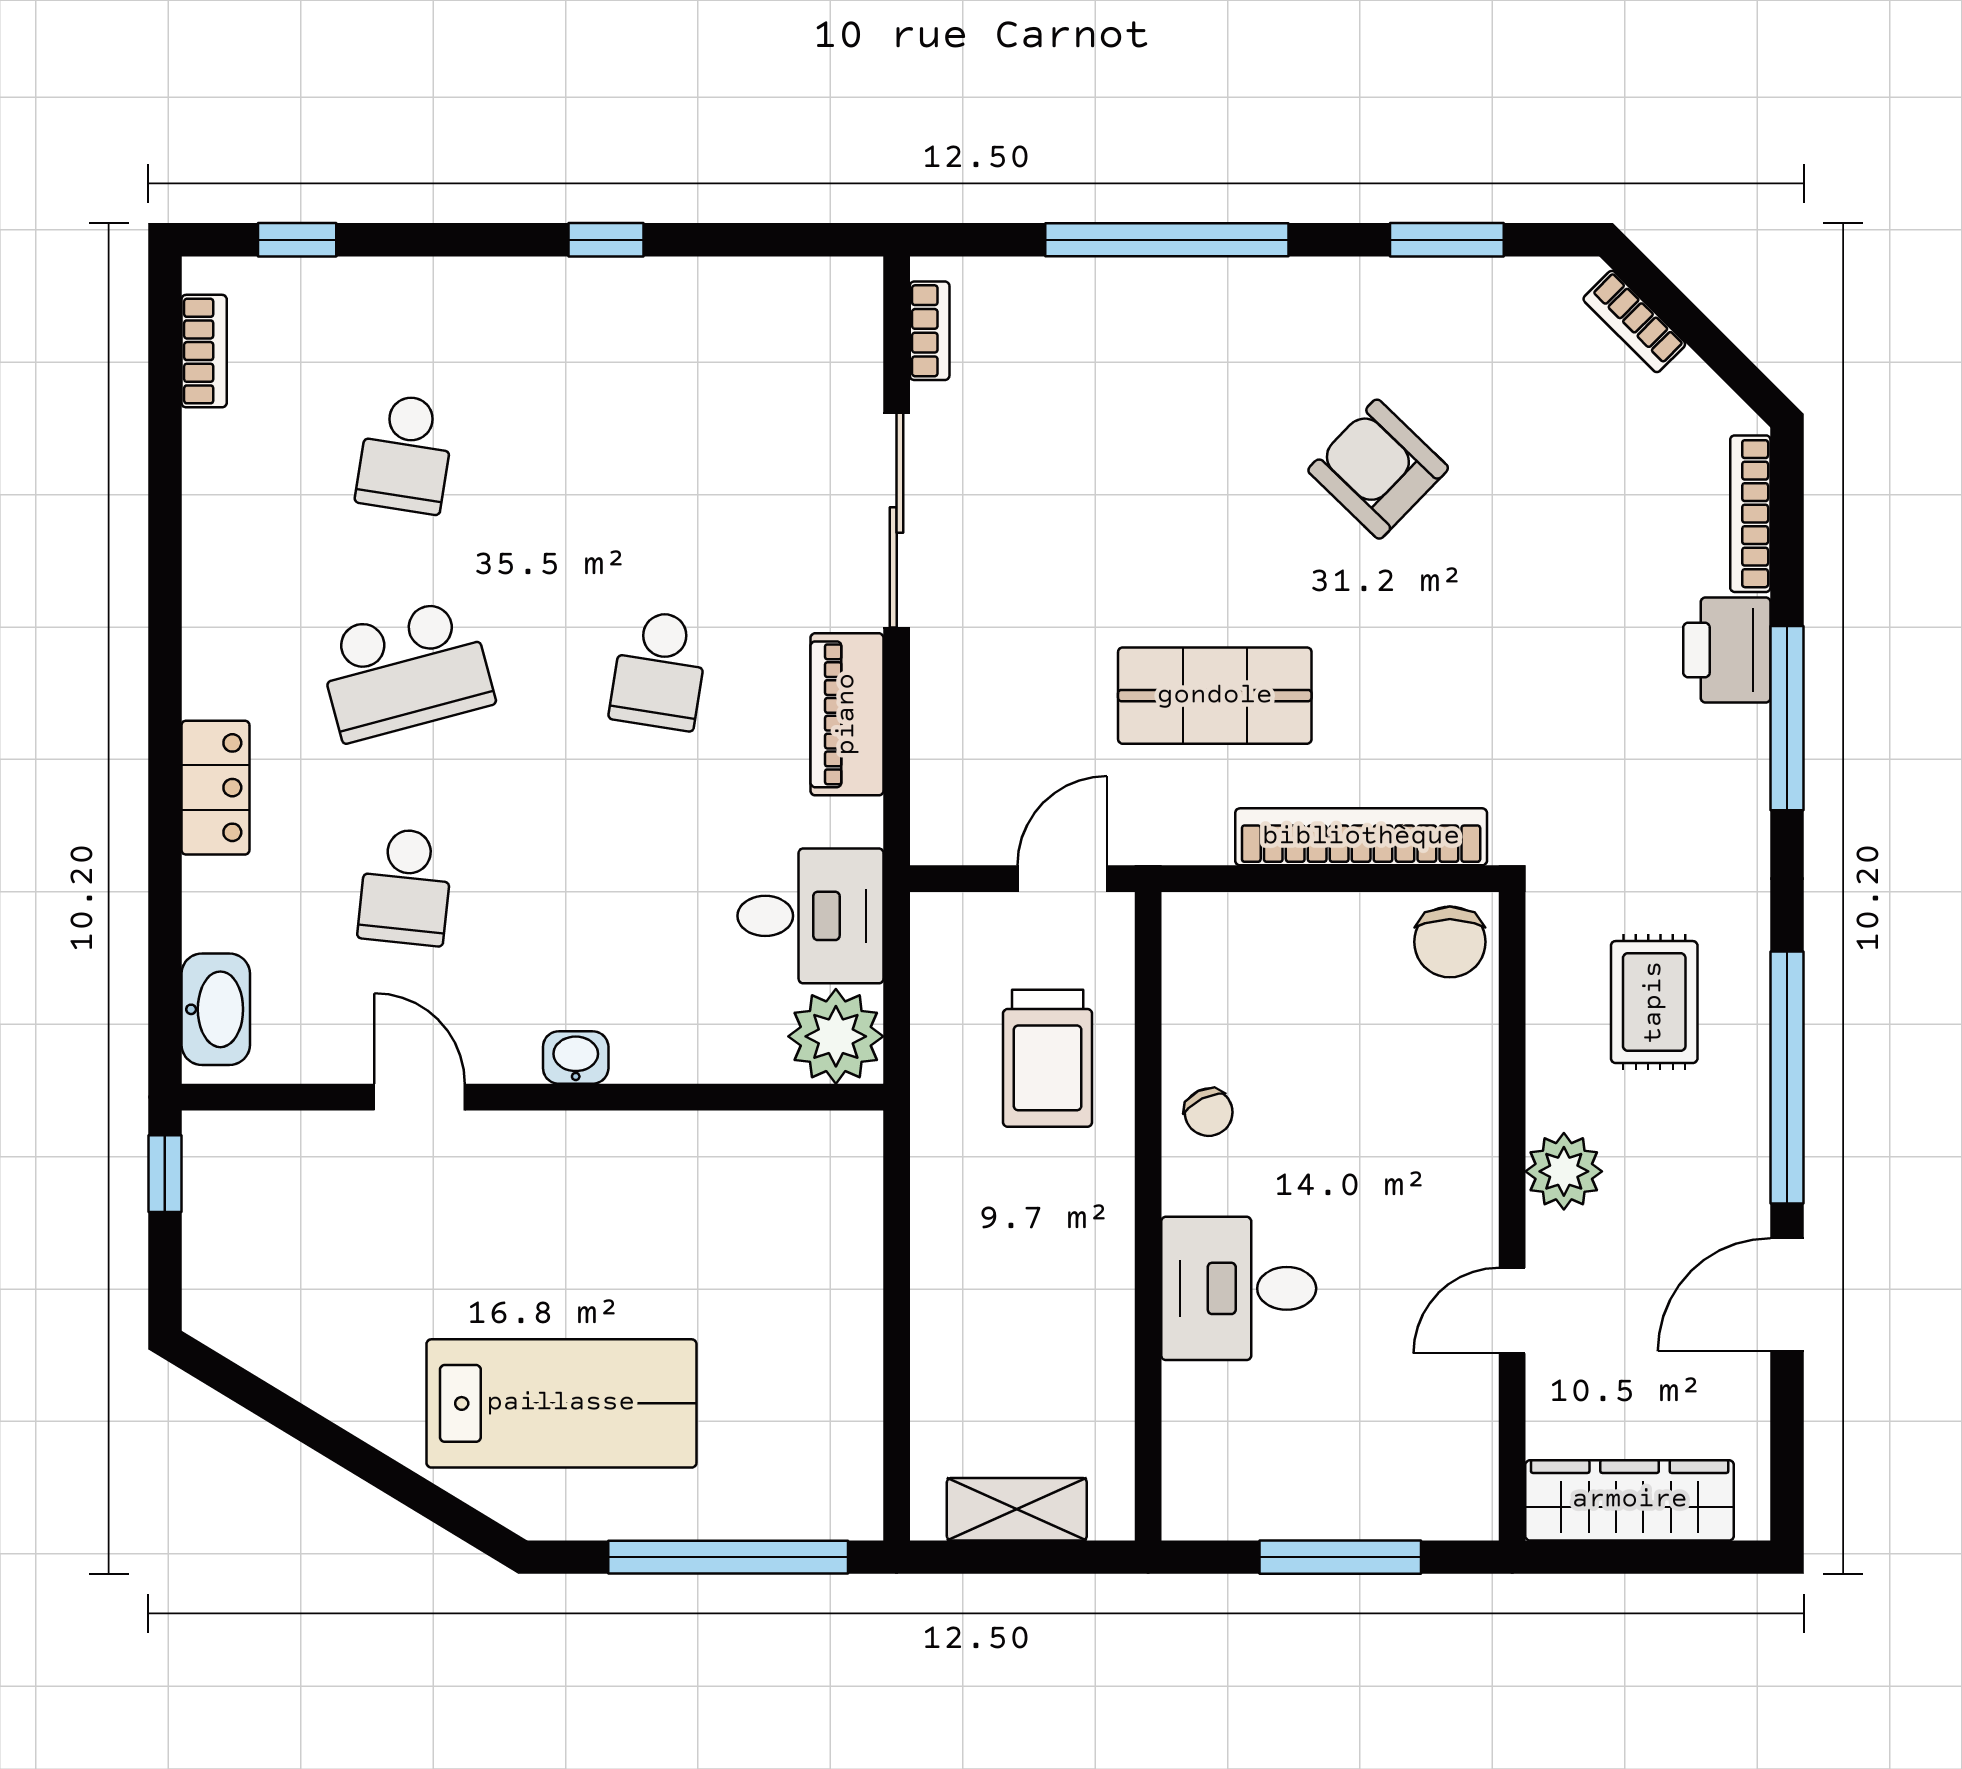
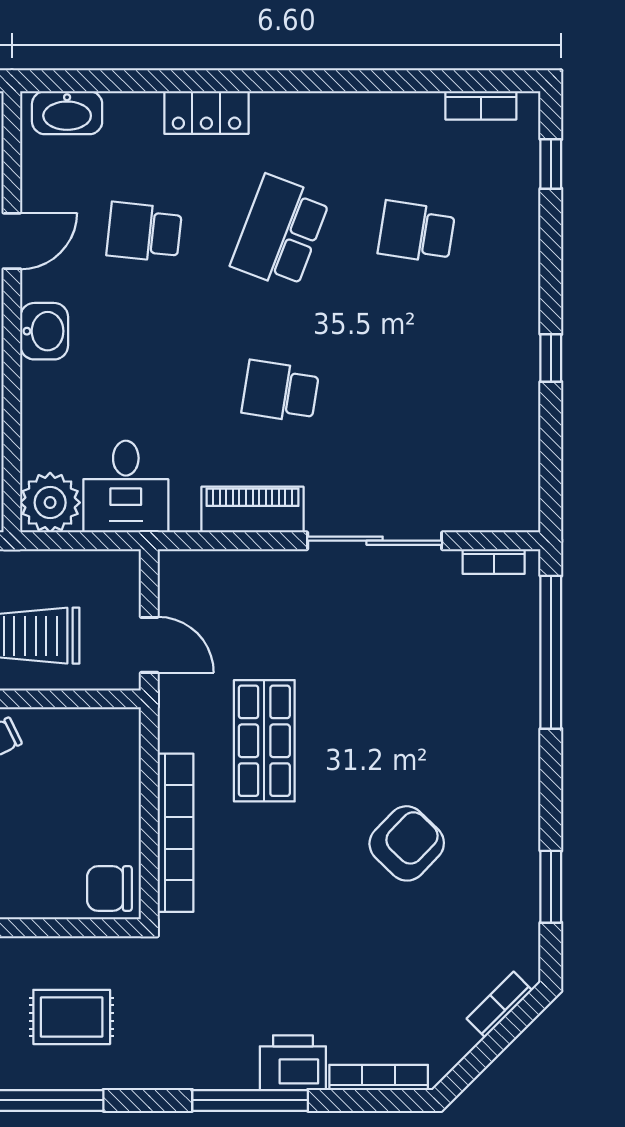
window: (1167, 240) -> (551, 652), moved
school desk: (406, 670) -> (280, 232), turned 36
washbasin: (576, 1057) -> (44, 331), width x1.38, depth x1.45

